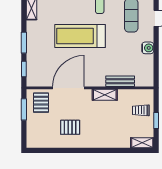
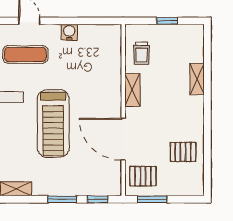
bench: (120, 81) -> (114, 69), removed
trolley: (141, 110) -> (142, 53), moved
pallet: (70, 127) -> (183, 152), moved, turned 90
shelving: (142, 143) -> (197, 79), moved

